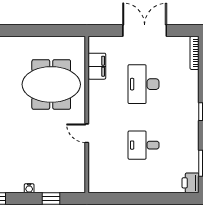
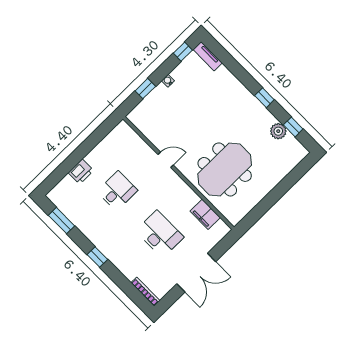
printer: (190, 183) -> (81, 172), moved, turned 90

